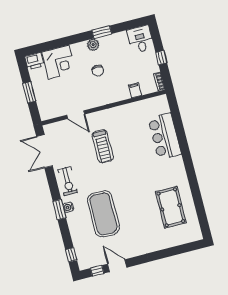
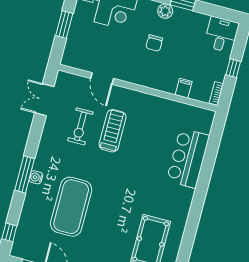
treadmill: (103, 146) -> (113, 131), turned 180
double door: (44, 151) -> (44, 100), width x0.73
exercise bike: (68, 181) -> (80, 126), moved
window: (59, 210) -> (25, 174), width x1.44

